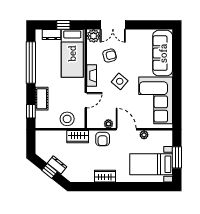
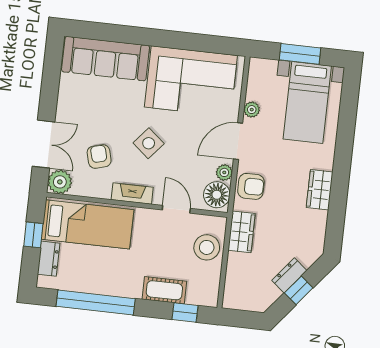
floor lamp: (96, 121) -> (217, 195), added

